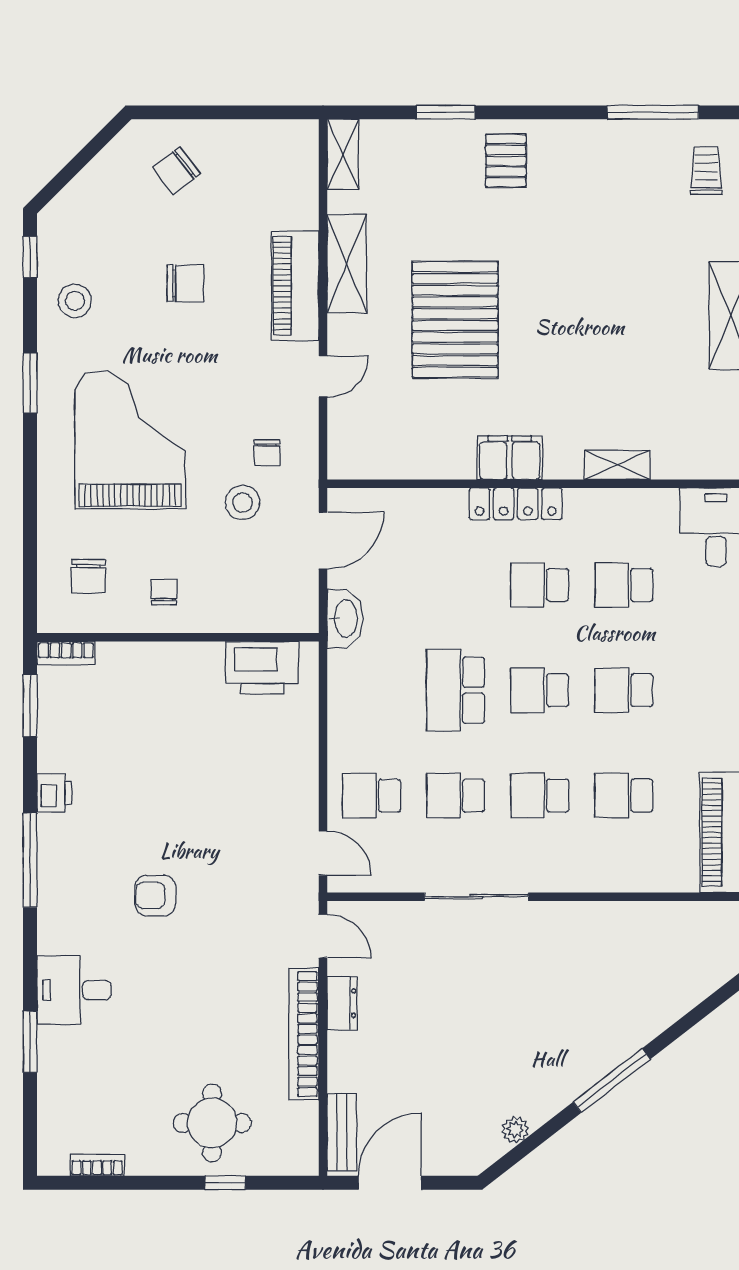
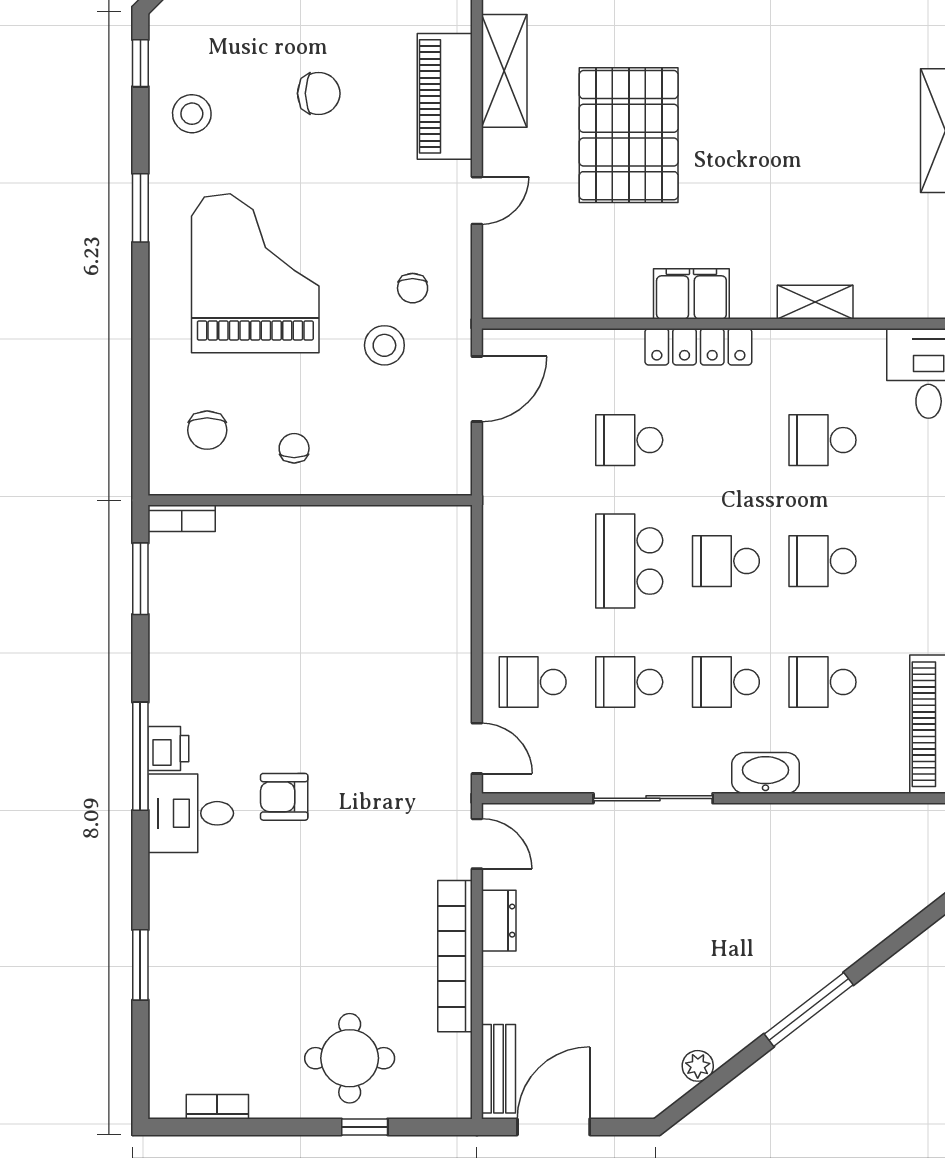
school desk: (540, 585) -> (629, 440), moved
washbasin: (345, 619) -> (765, 773), moved, turned -90
printer: (262, 668) -> (407, 535), removed
printer: (54, 793) -> (168, 749), moved
desk: (74, 990) -> (191, 813), moved

